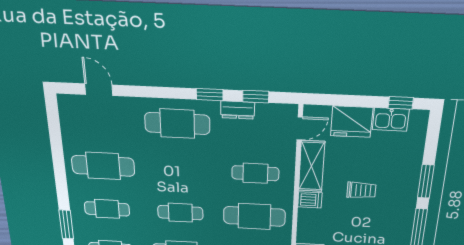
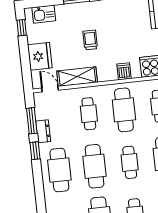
window: (256, 97) -> (32, 121), width x1.50
kitchen sink: (391, 119) -> (44, 14), moved, turned 90
cafe table: (179, 170) -> (95, 166), added
dishwasher: (310, 200) -> (124, 71), moved

